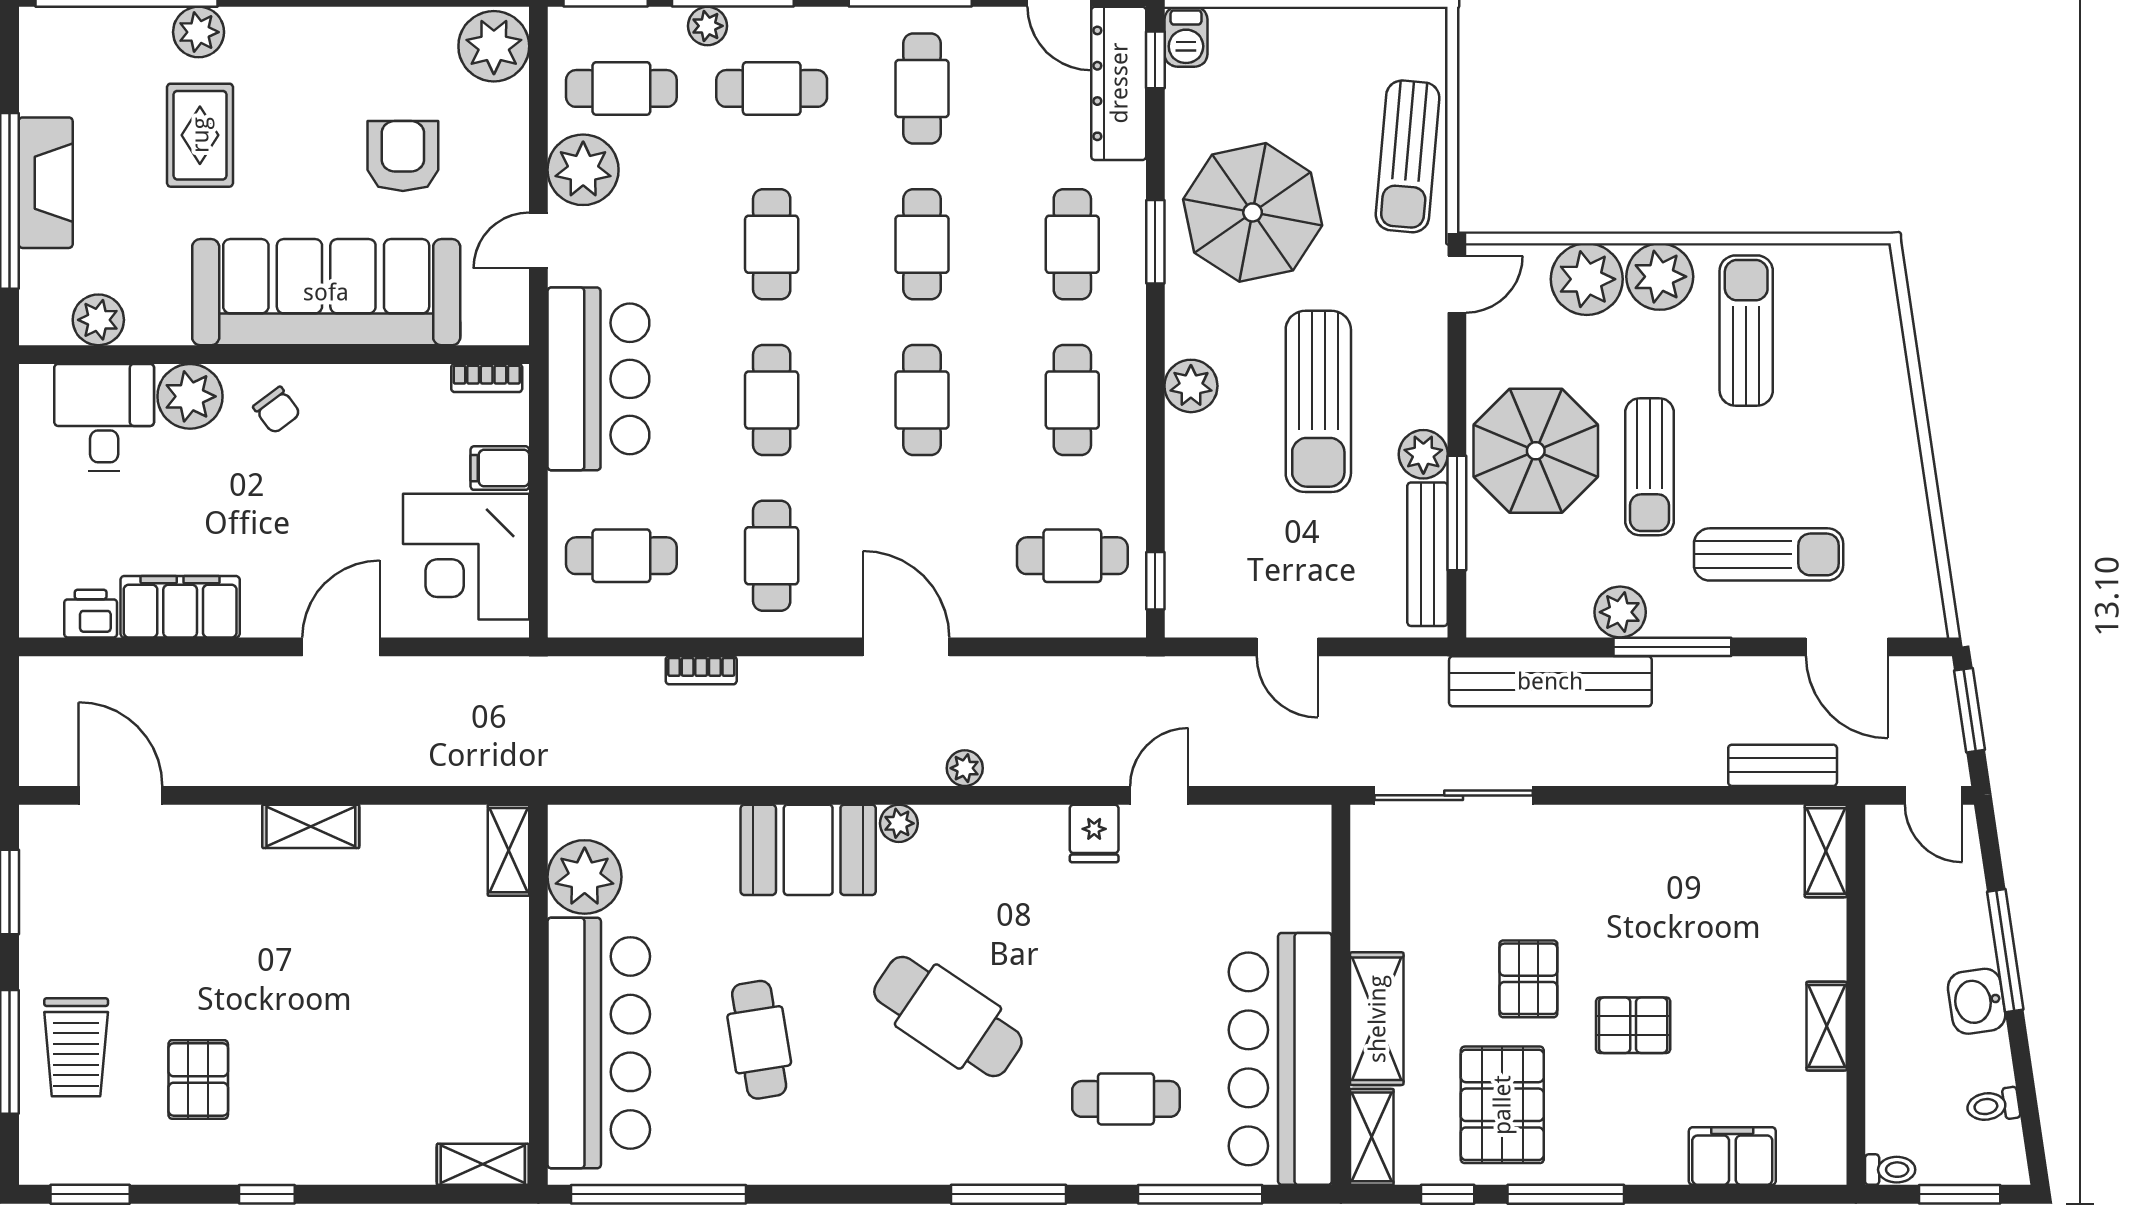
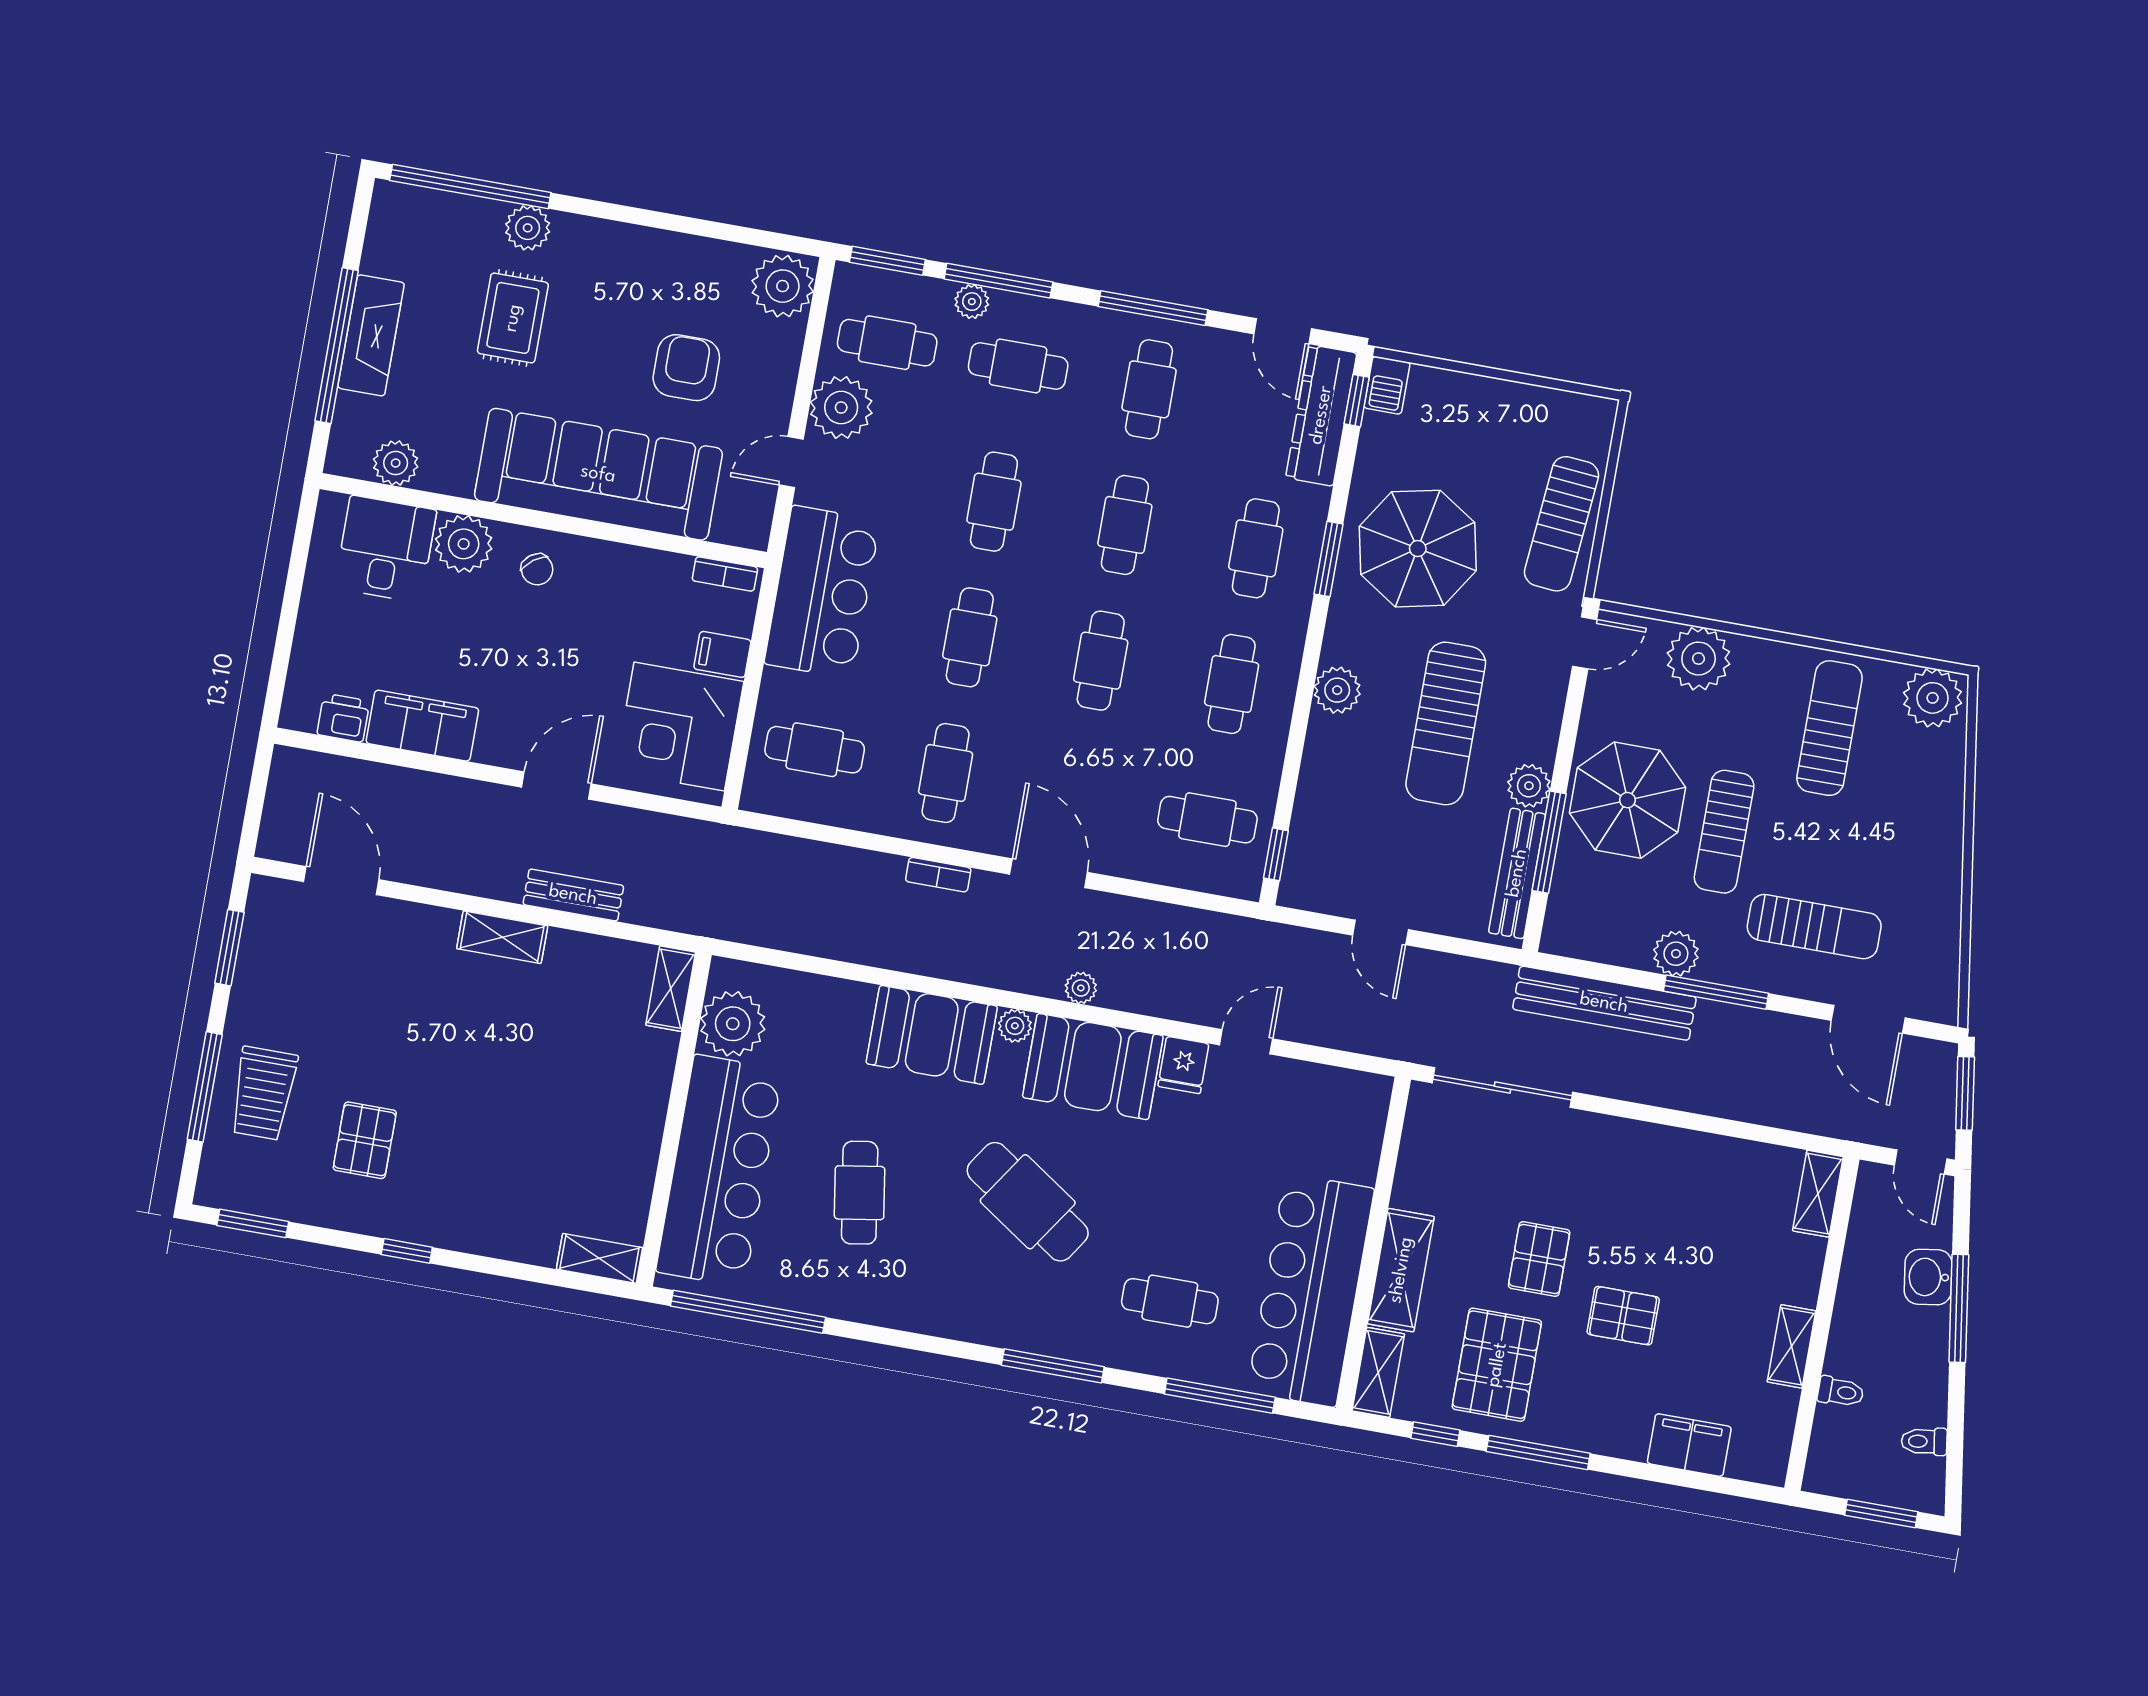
plant: (1660, 277) -> (1933, 698), moved
bookcase: (701, 670) -> (938, 875), moved
bench: (1783, 765) -> (573, 895), moved
booth: (994, 853) -> (1093, 1067), added
washbasin: (1977, 1001) -> (1928, 1277), moved
toilet: (1890, 1170) -> (1841, 1392), moved

